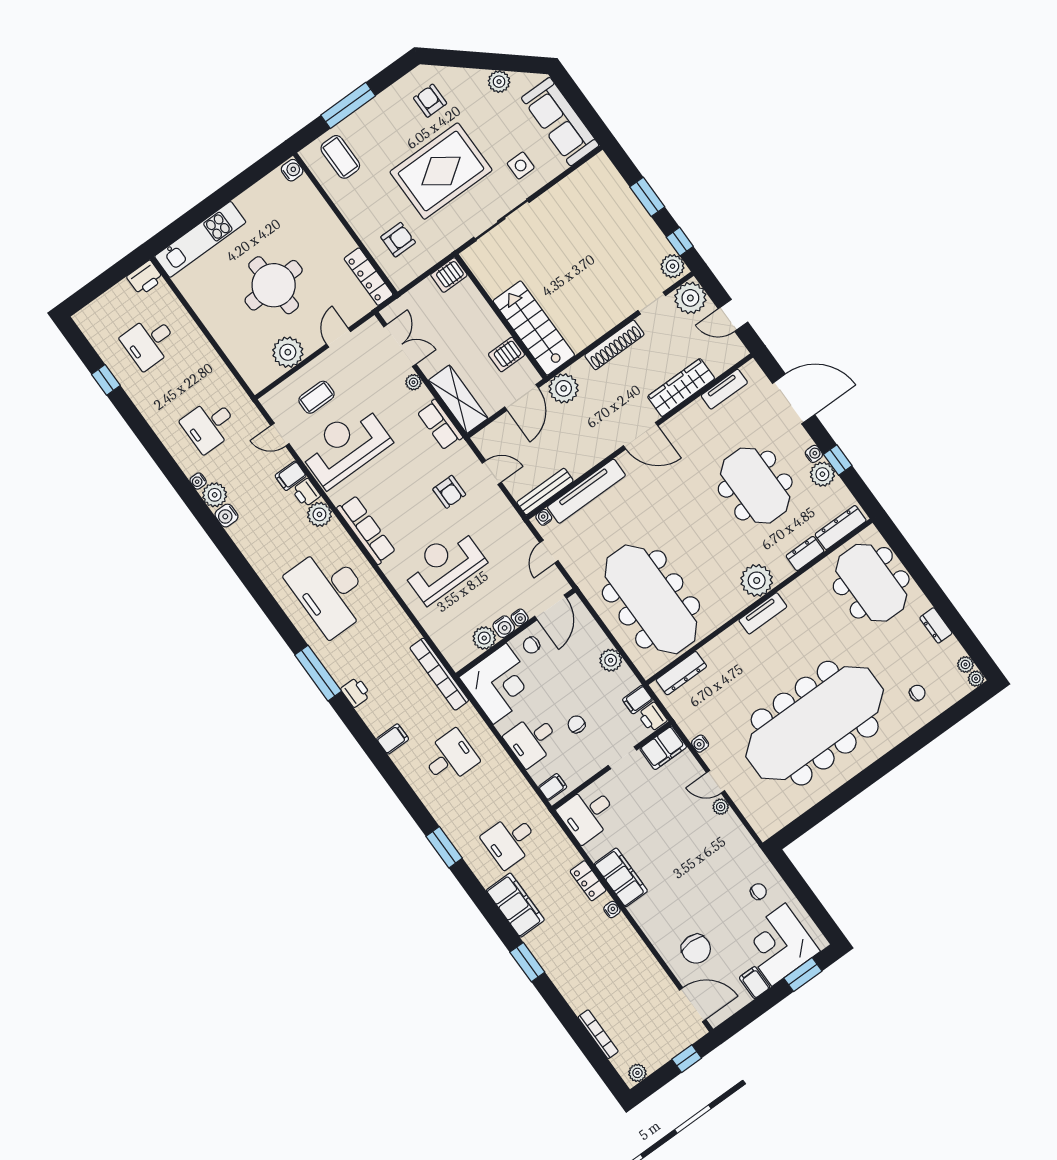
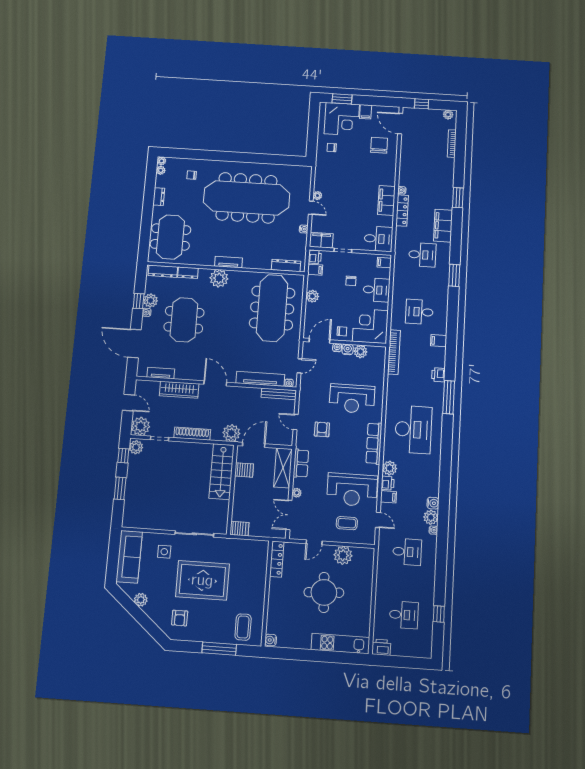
armchair: (398, 240) -> (249, 565), removed
locker: (588, 881) -> (402, 211), width x1.53

